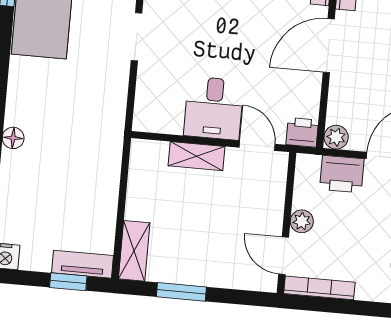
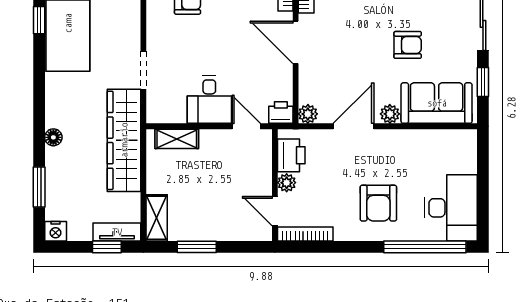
doorway: (136, 37) -> (143, 70), moved
door: (329, 46) -> (296, 42), hinge flipped
wardrobe: (102, 150) -> (124, 140), added
shelving: (196, 156) -> (177, 139), moved
printer: (342, 174) -> (291, 155), moved, turned -90

